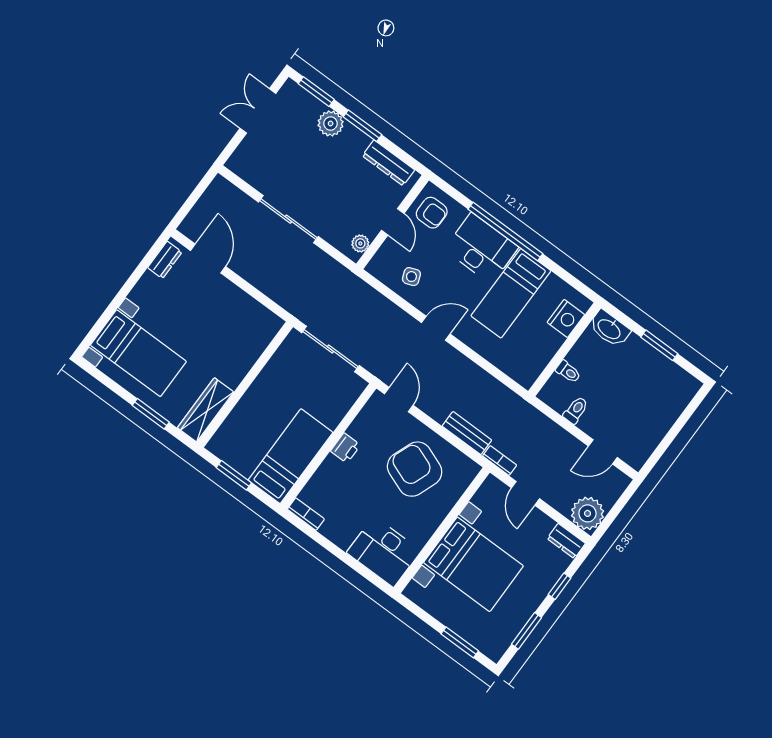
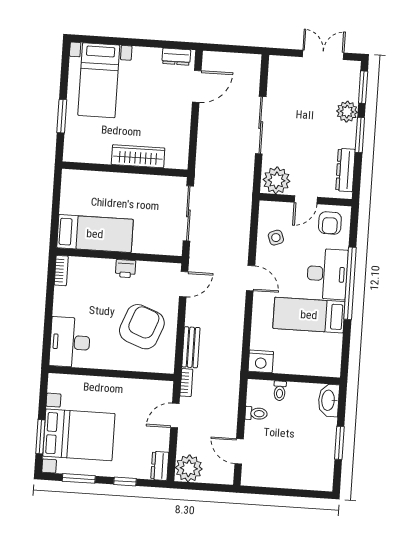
plant: (360, 243) -> (276, 180), width x1.88, depth x1.88
nightstand: (566, 318) -> (261, 361), moved
wardrobe: (206, 410) -> (138, 156), moved
window: (234, 475) -> (56, 202), removed
bed with nightstands: (473, 564) -> (79, 435), moved, turned -90

